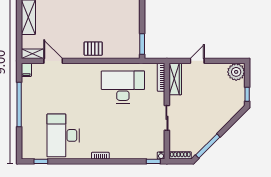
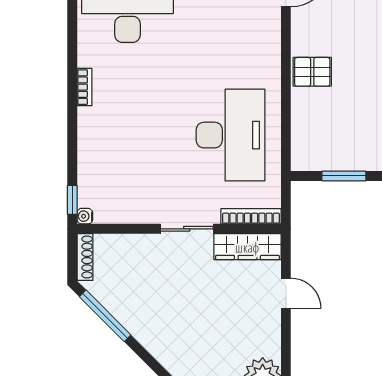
window: (142, 44) -> (344, 176), moved
pallet: (93, 49) -> (312, 72), turned 90
sliding door: (167, 118) -> (187, 229), moved

